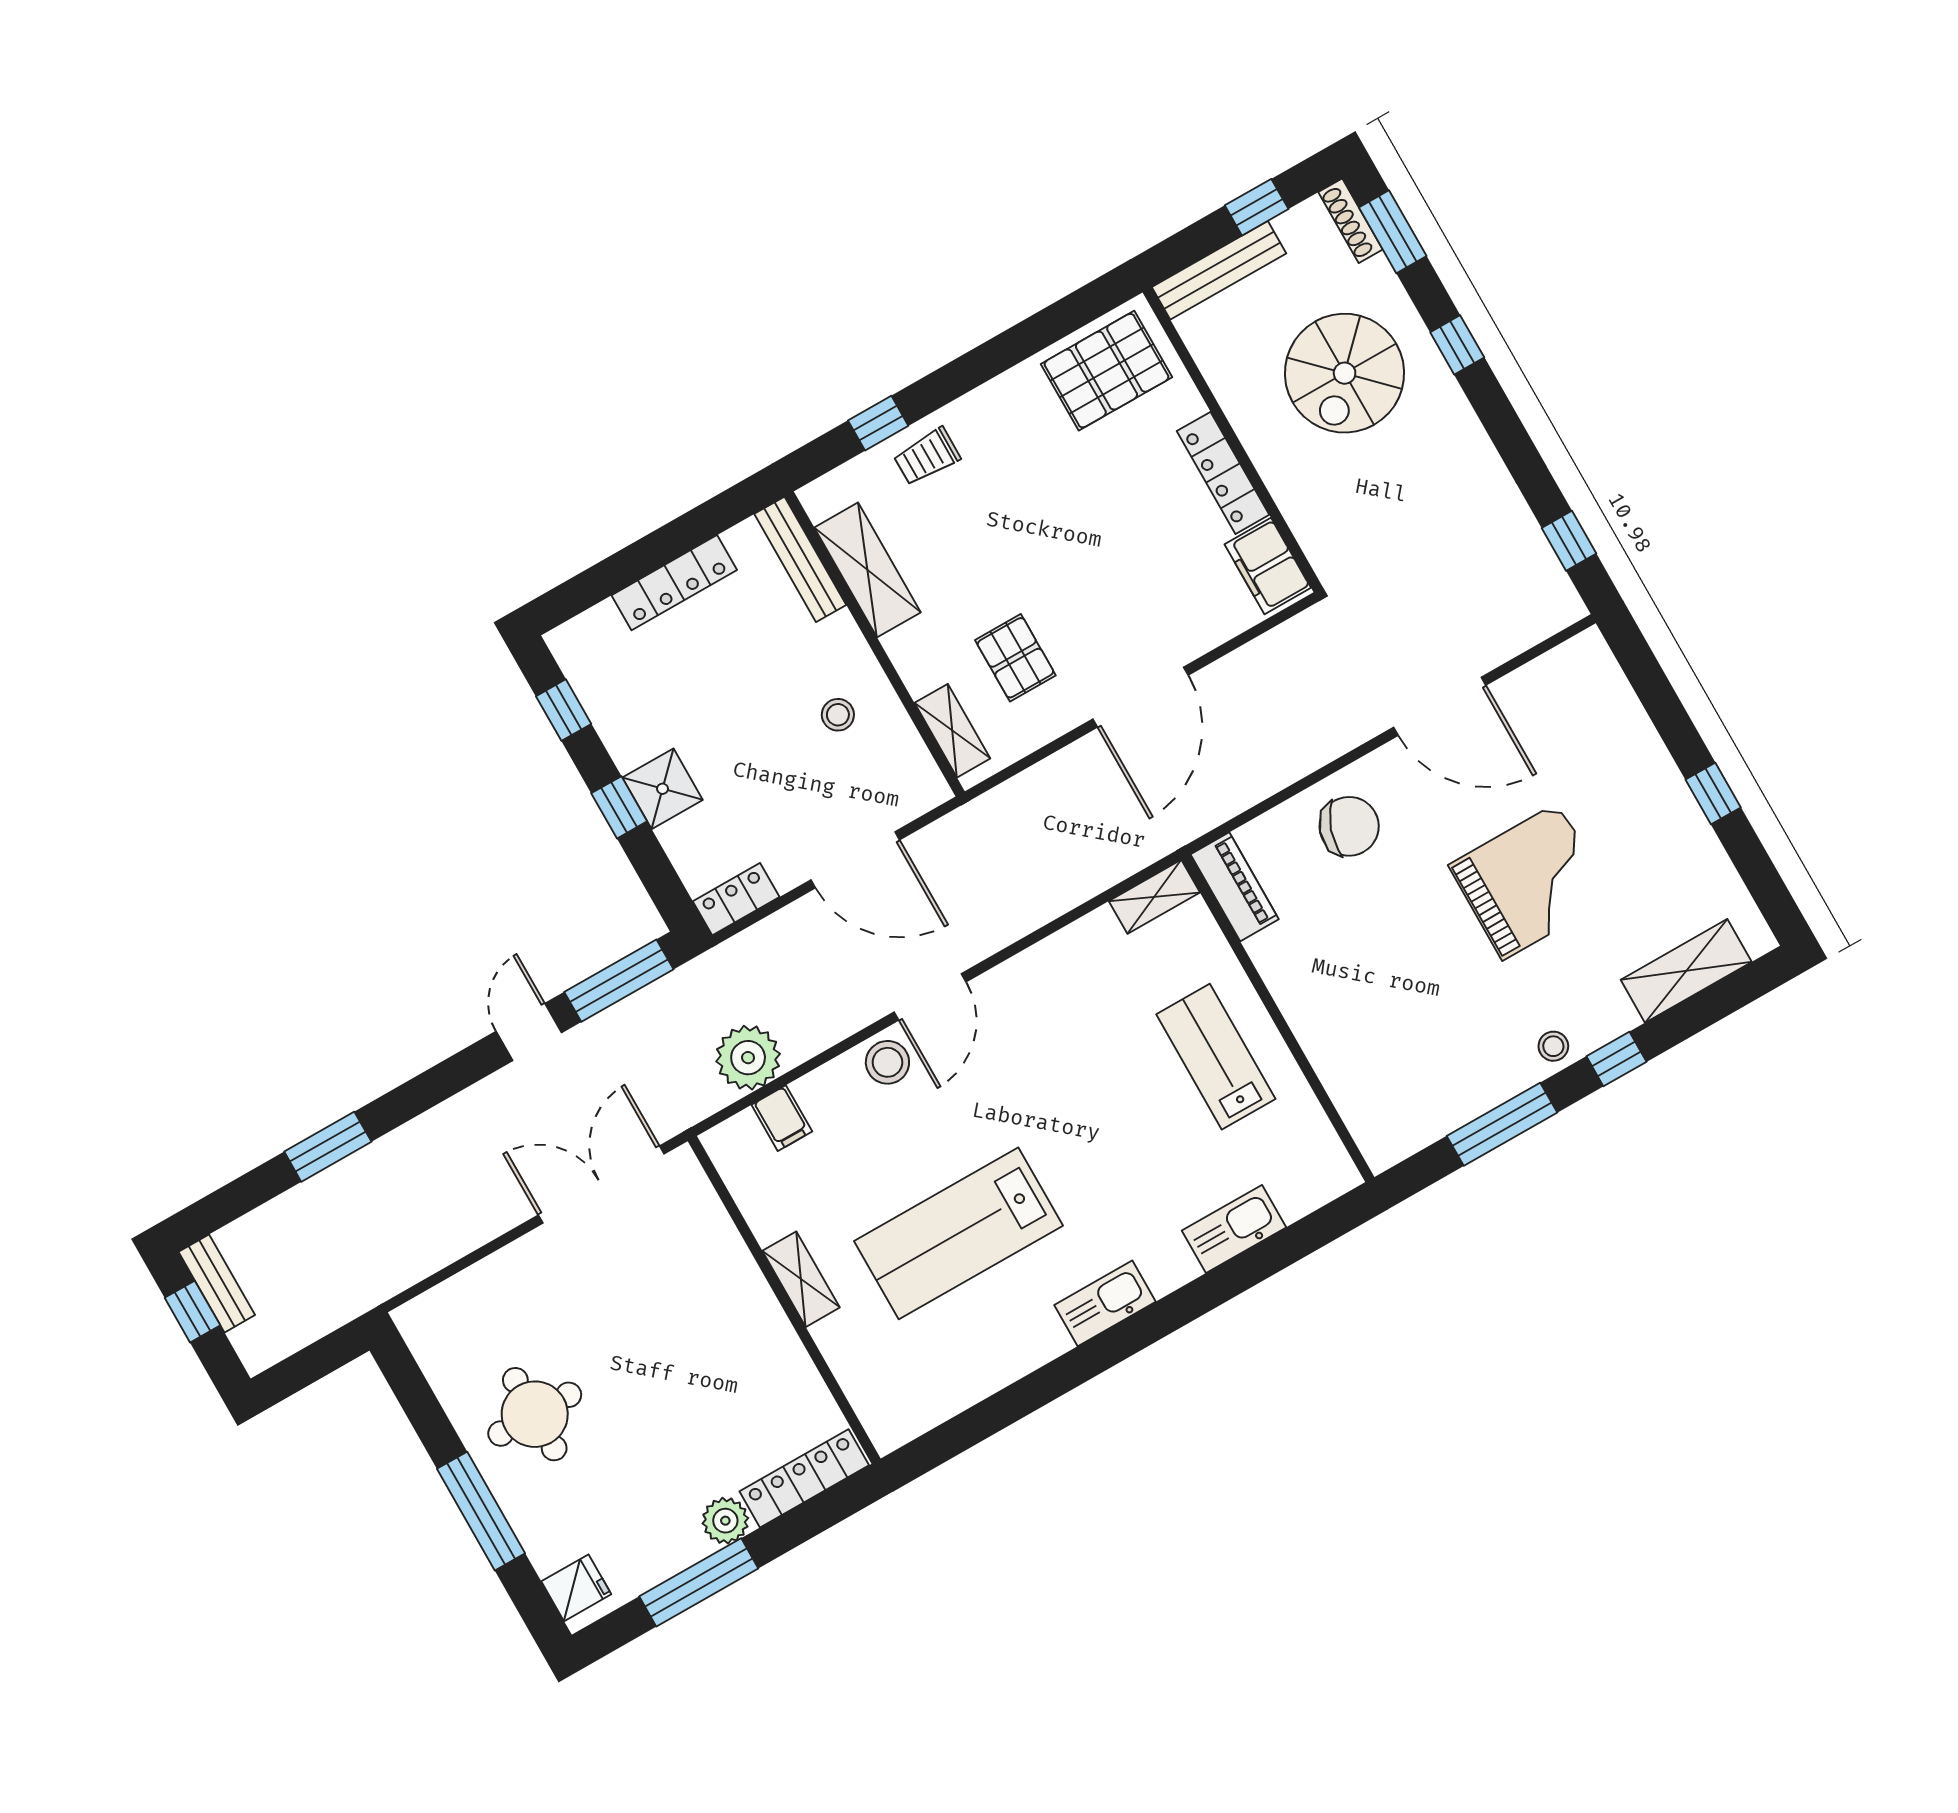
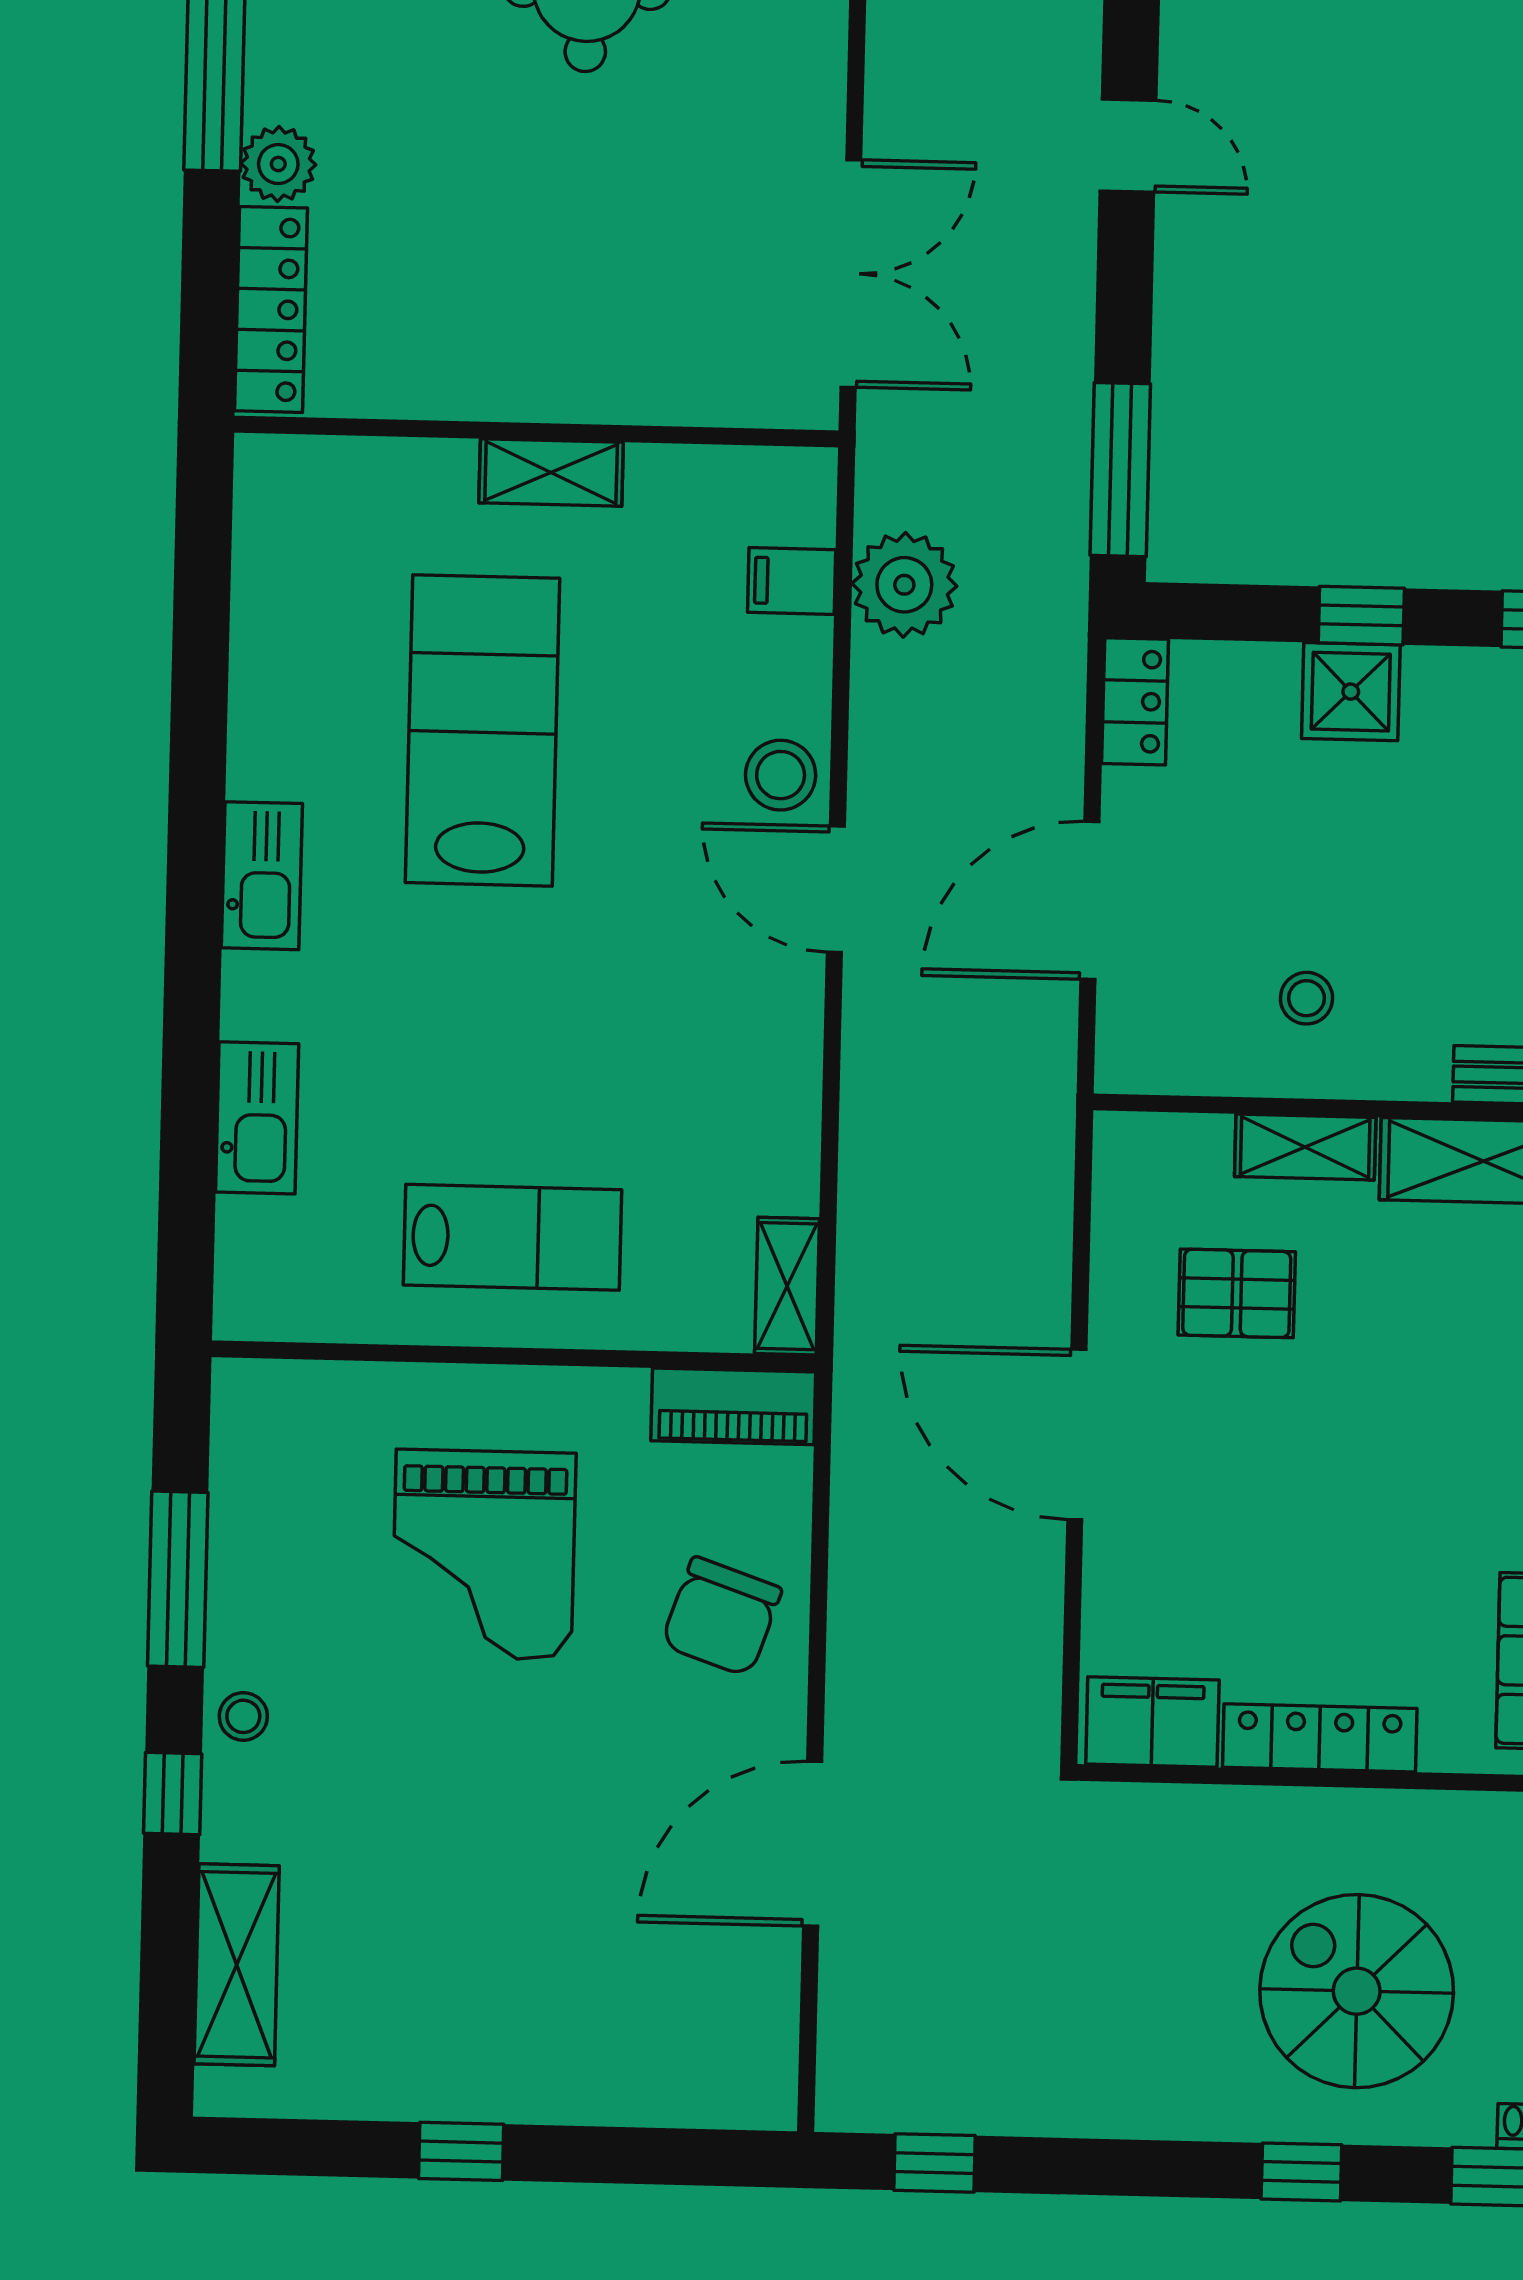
shelving: (952, 731) -> (1305, 1147), moved
grand piano: (1530, 882) -> (484, 1555), moved
door: (529, 1032) -> (1128, 146), moved

